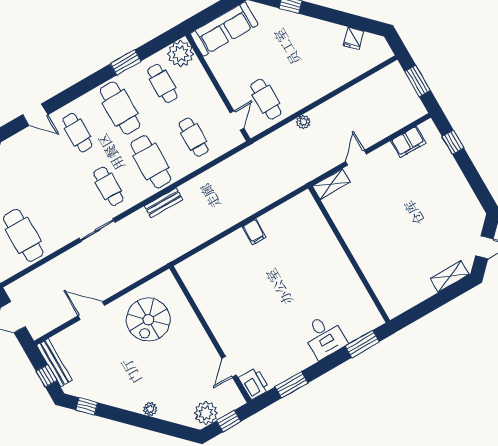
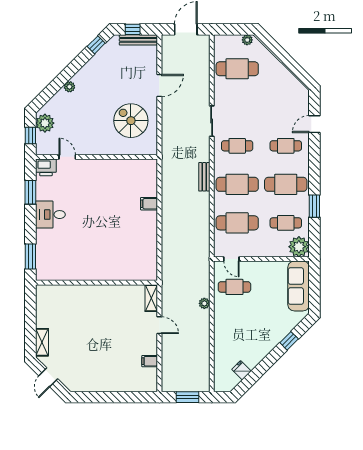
cafe table: (193, 137) -> (237, 223), width x1.37, depth x1.35
filing cabinet: (408, 142) -> (150, 361), width x0.50
window: (453, 142) -> (132, 397), removed
filing cabinet: (254, 232) -> (149, 204), moved
desk: (324, 337) -> (50, 215), moved

